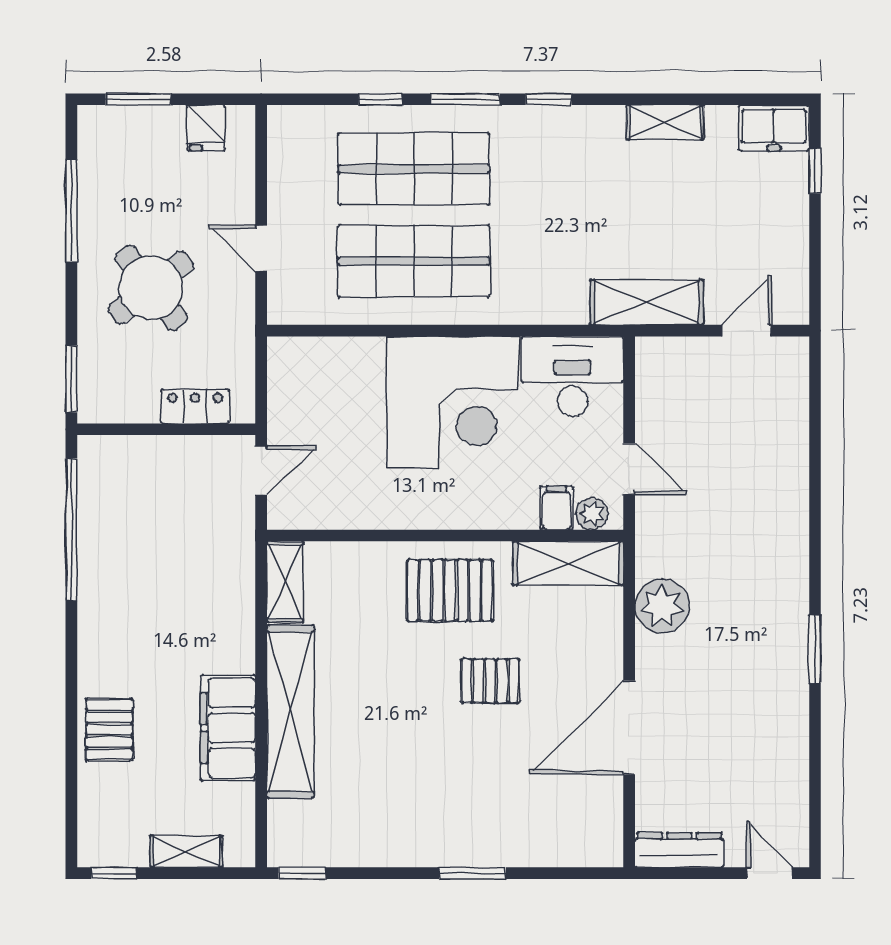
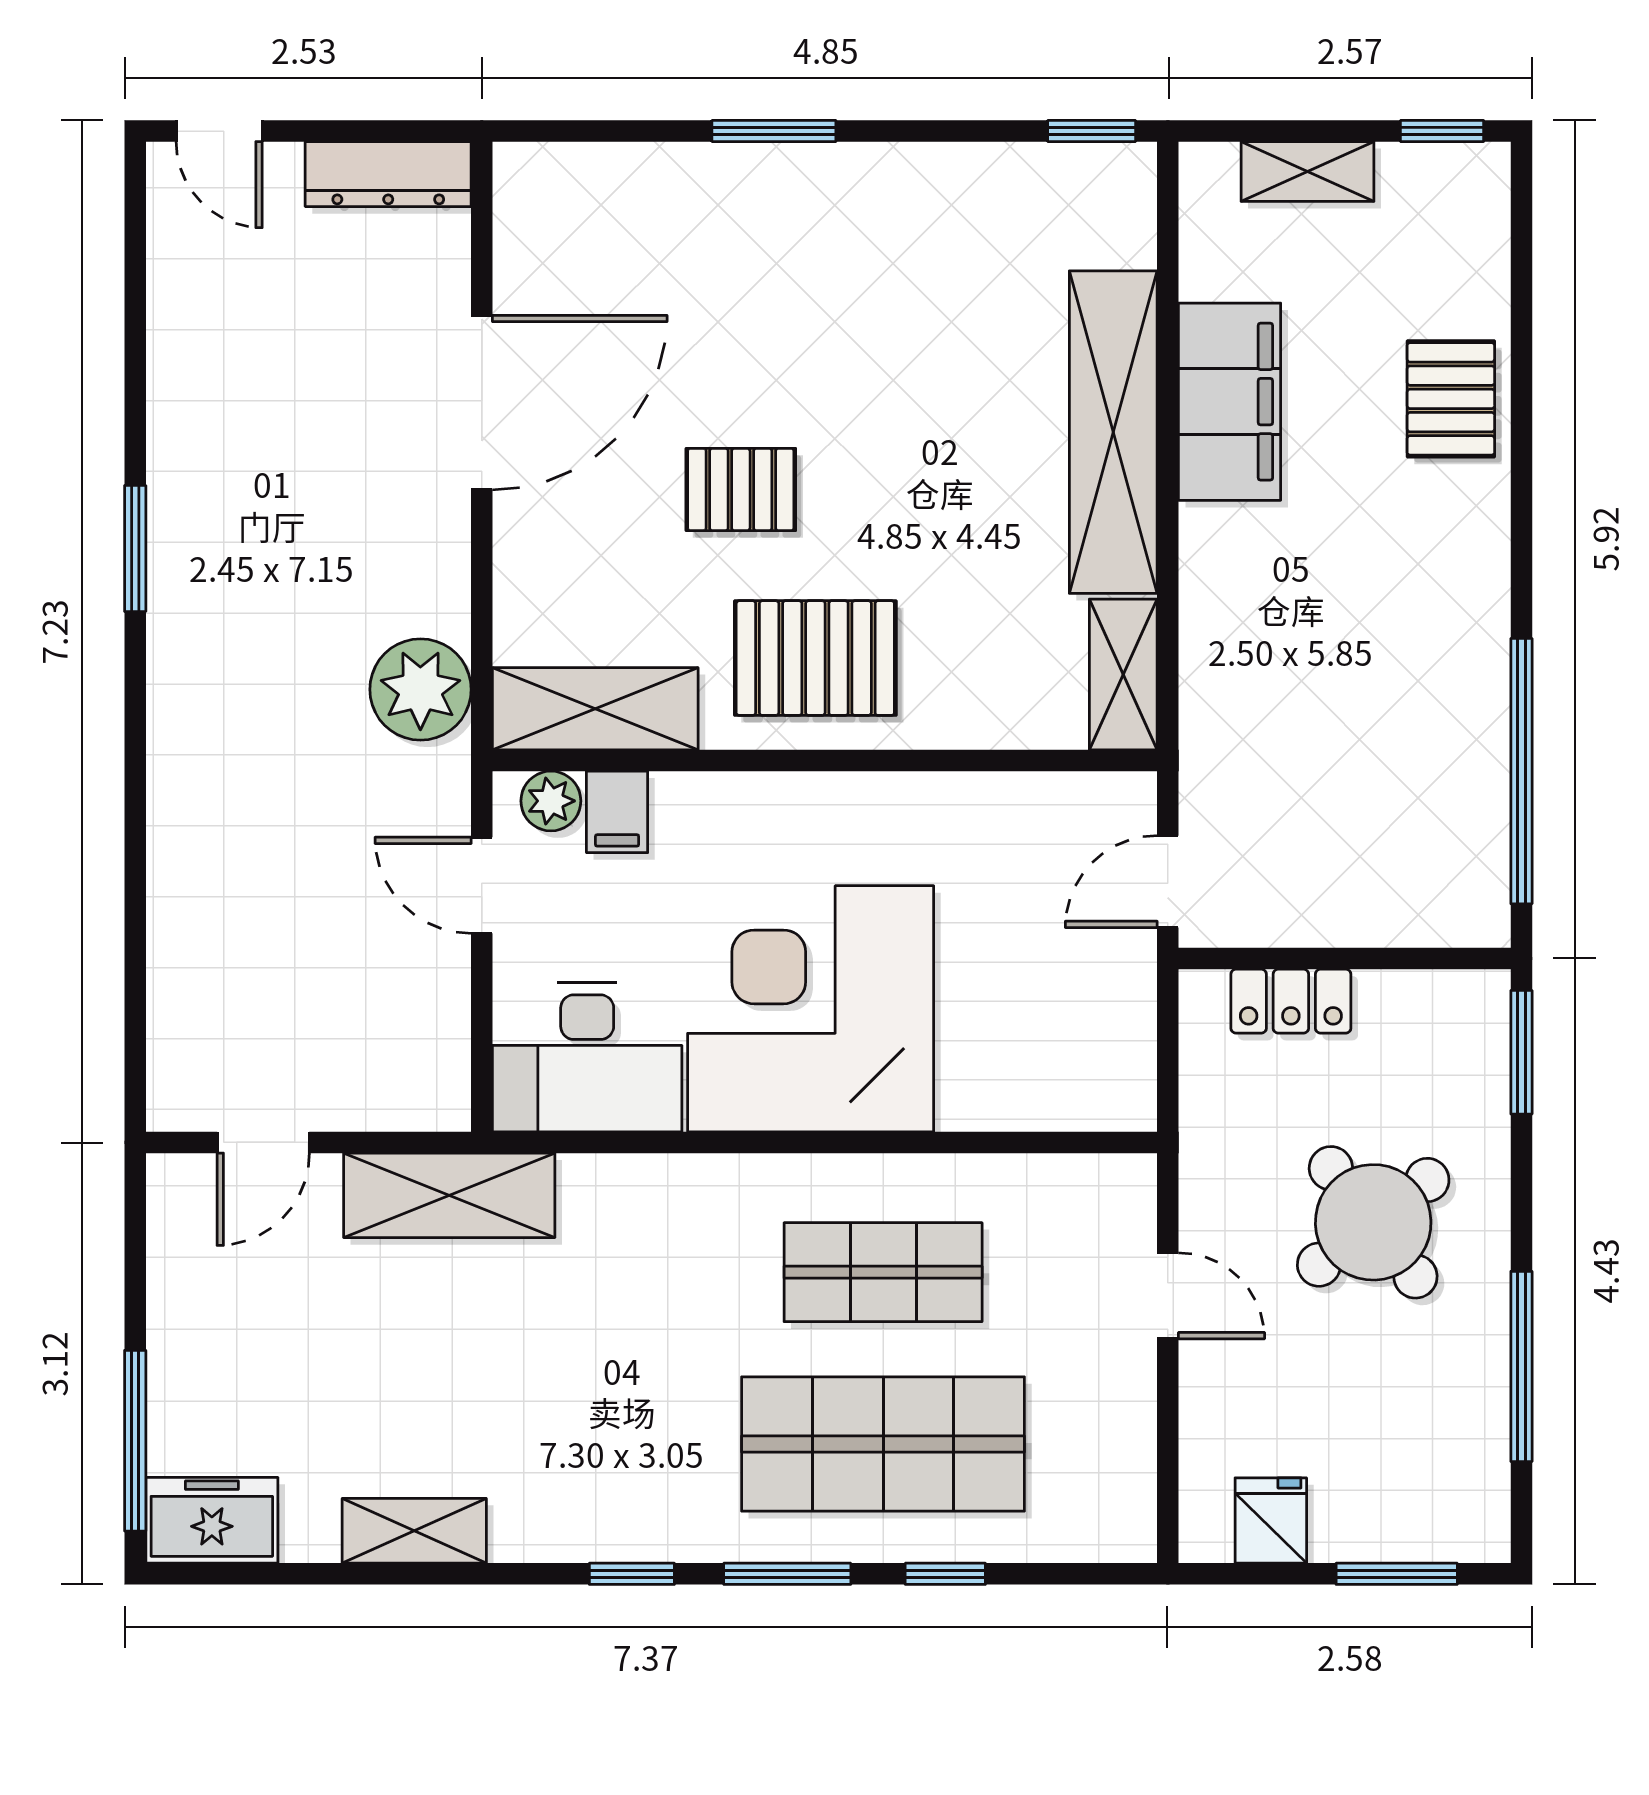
window: (815, 171) -> (135, 1441), width x2.17
shop shelf: (414, 261) -> (883, 1272), width x0.70, depth x0.74
plant: (662, 606) -> (420, 689), moved

